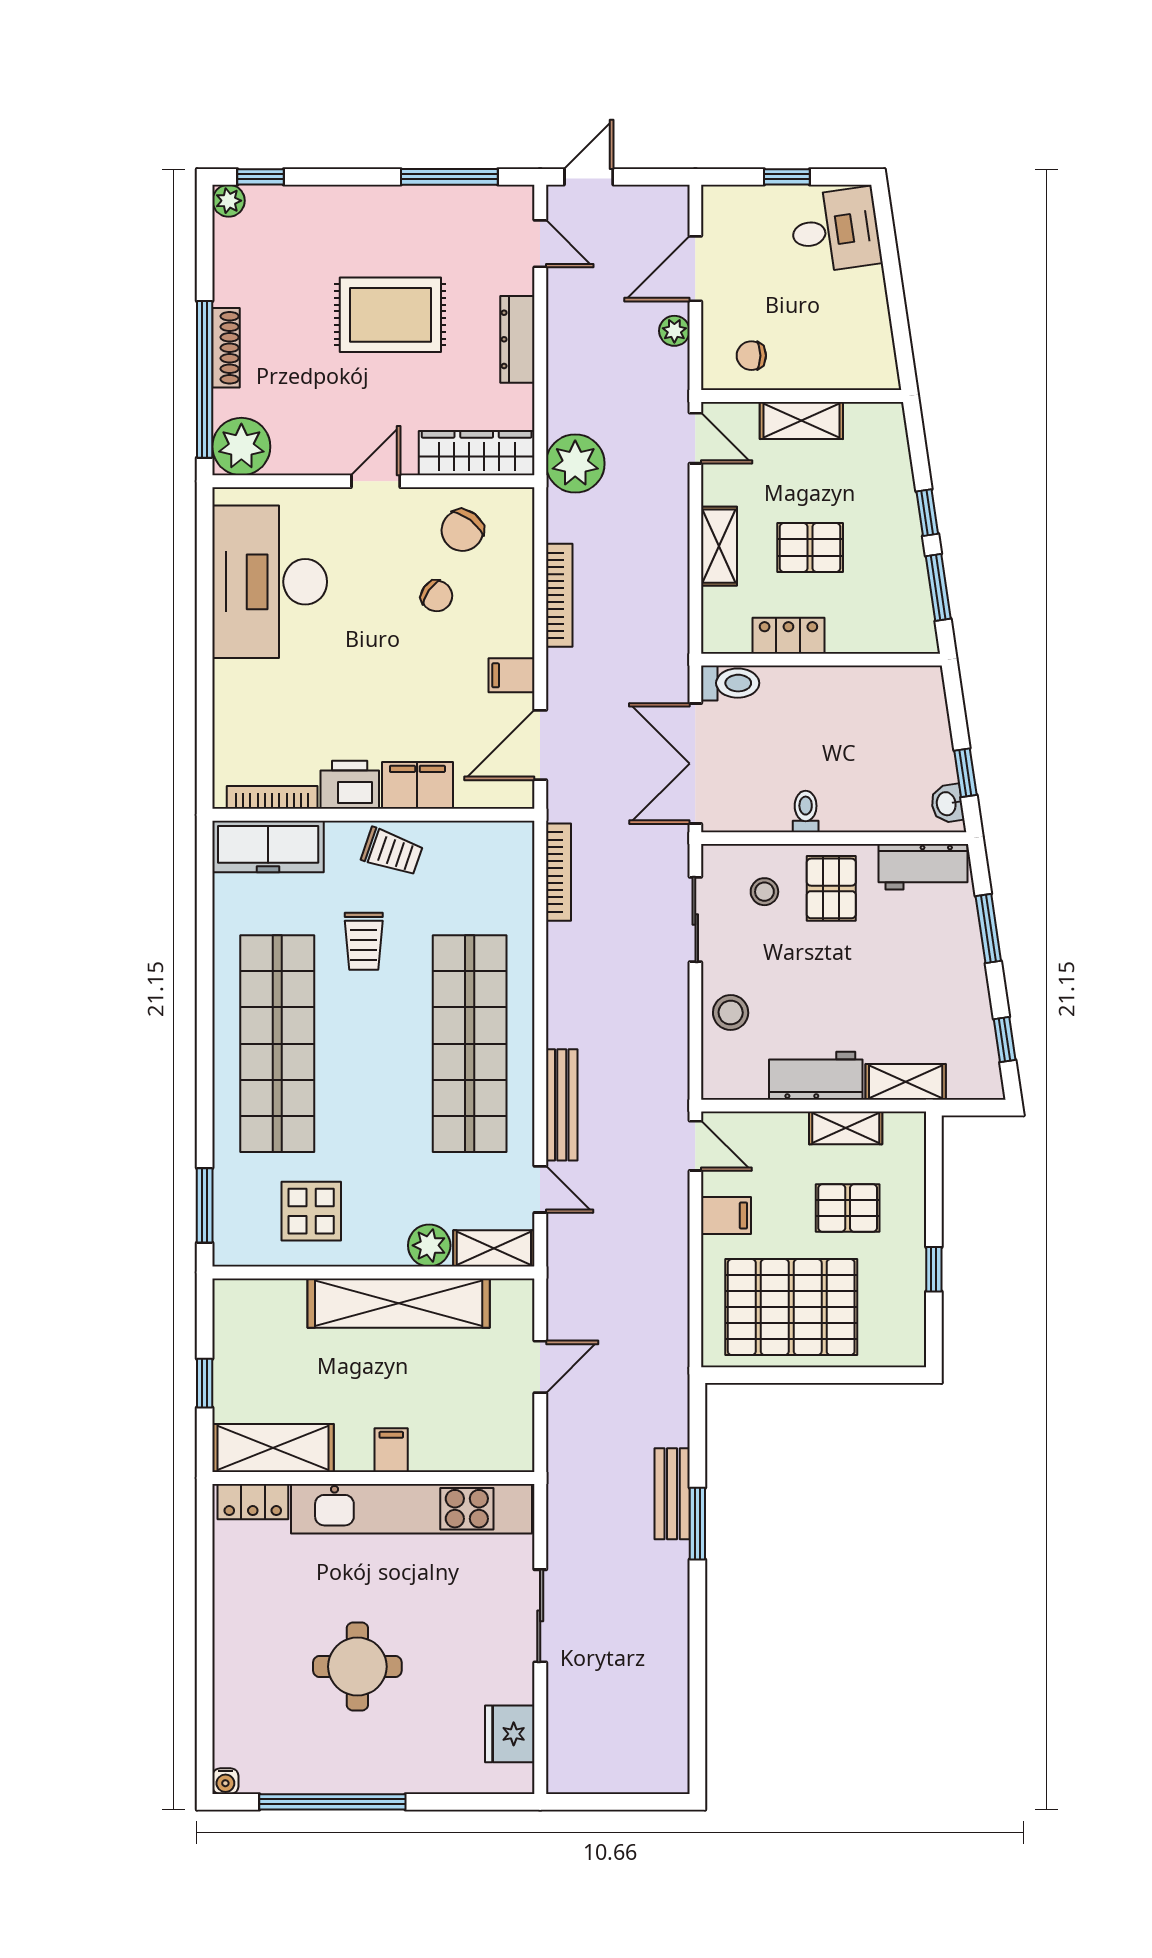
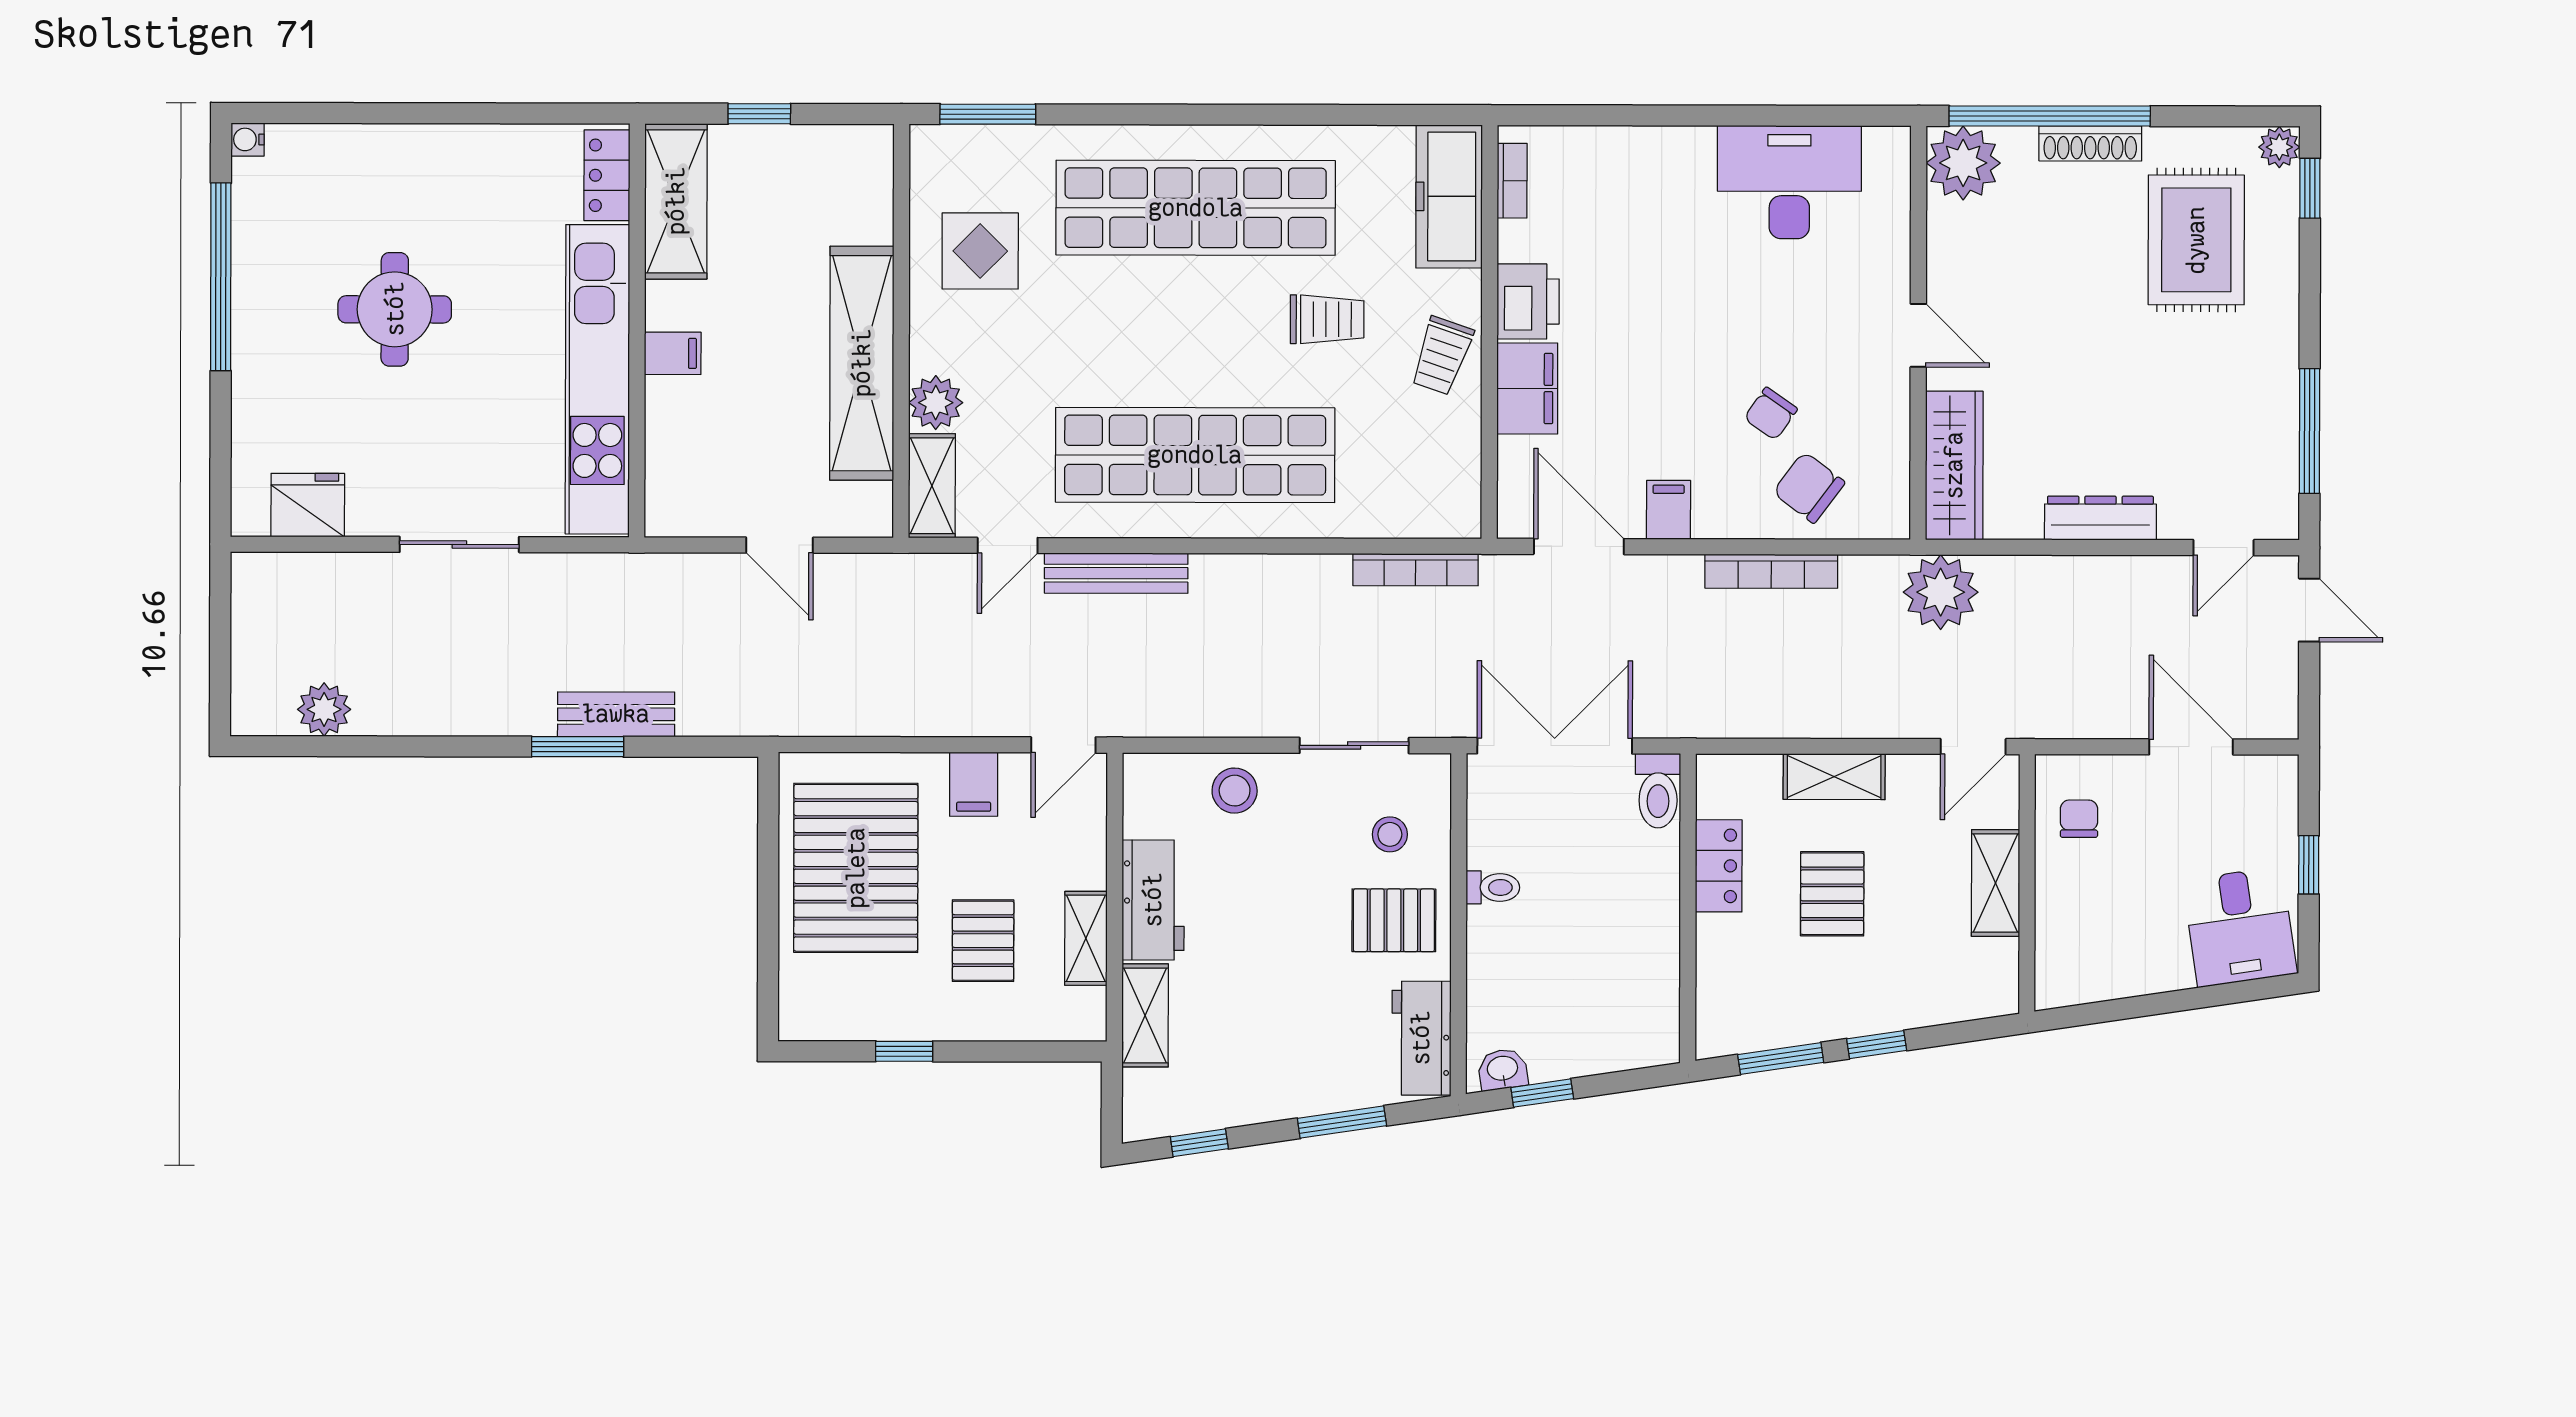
rug: (390, 315) -> (2196, 240), moved
plant: (674, 331) -> (324, 709), moved, width x1.38, depth x1.38
chair: (462, 530) -> (1809, 487), moved
desk: (270, 582) -> (1789, 182), width x0.73, depth x0.77
bookcase: (272, 797) -> (1512, 181), width x0.64
trolley: (364, 941) -> (1327, 319), turned 180

